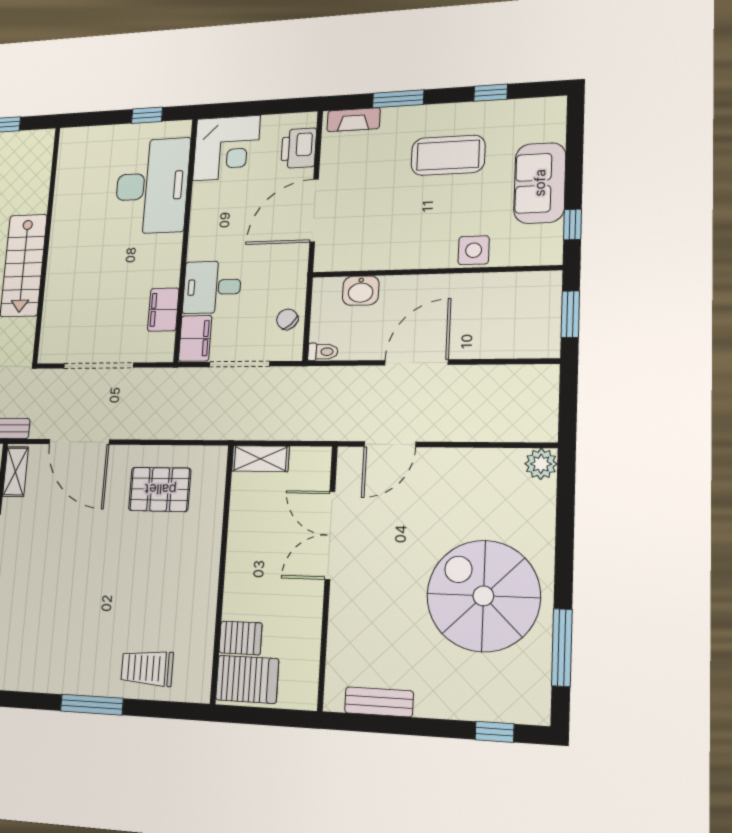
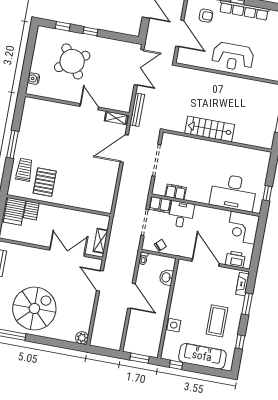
sofa: (540, 183) -> (202, 356), width x1.36
shelving: (260, 459) -> (101, 241), moved
pallet: (160, 489) -> (45, 182), moved

